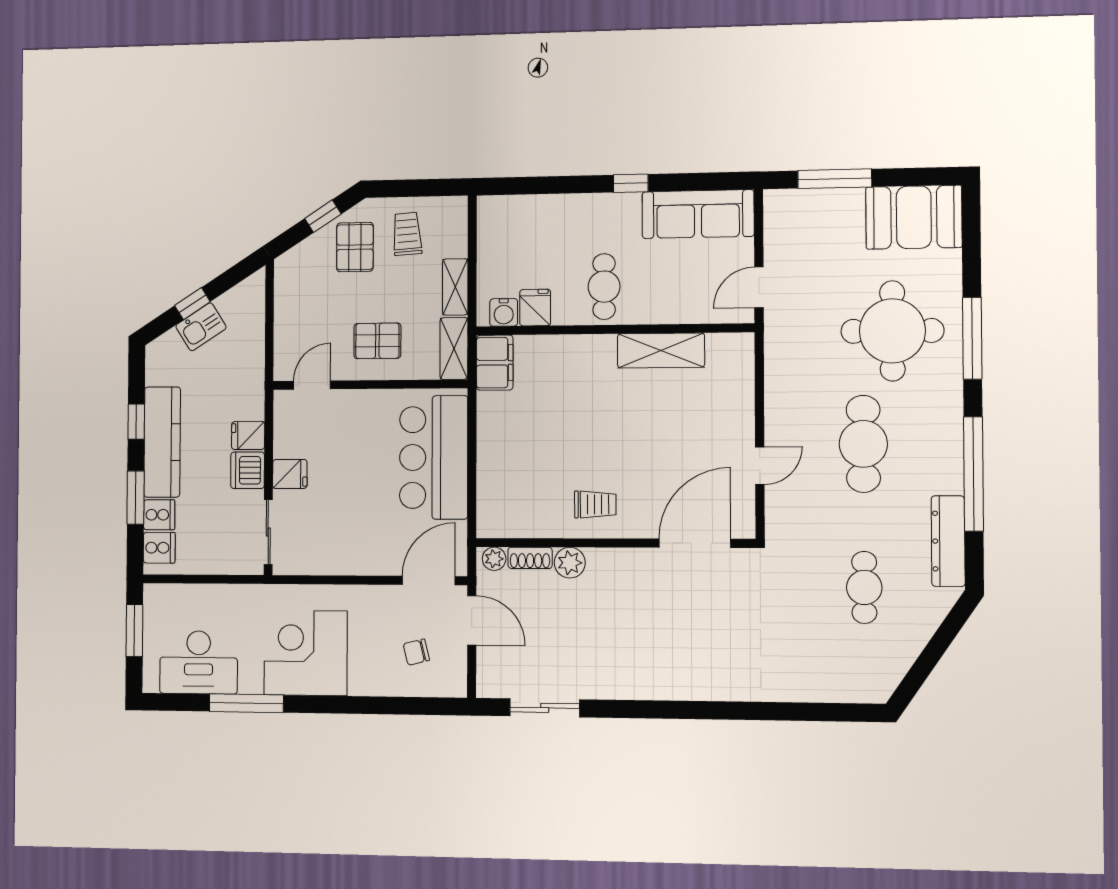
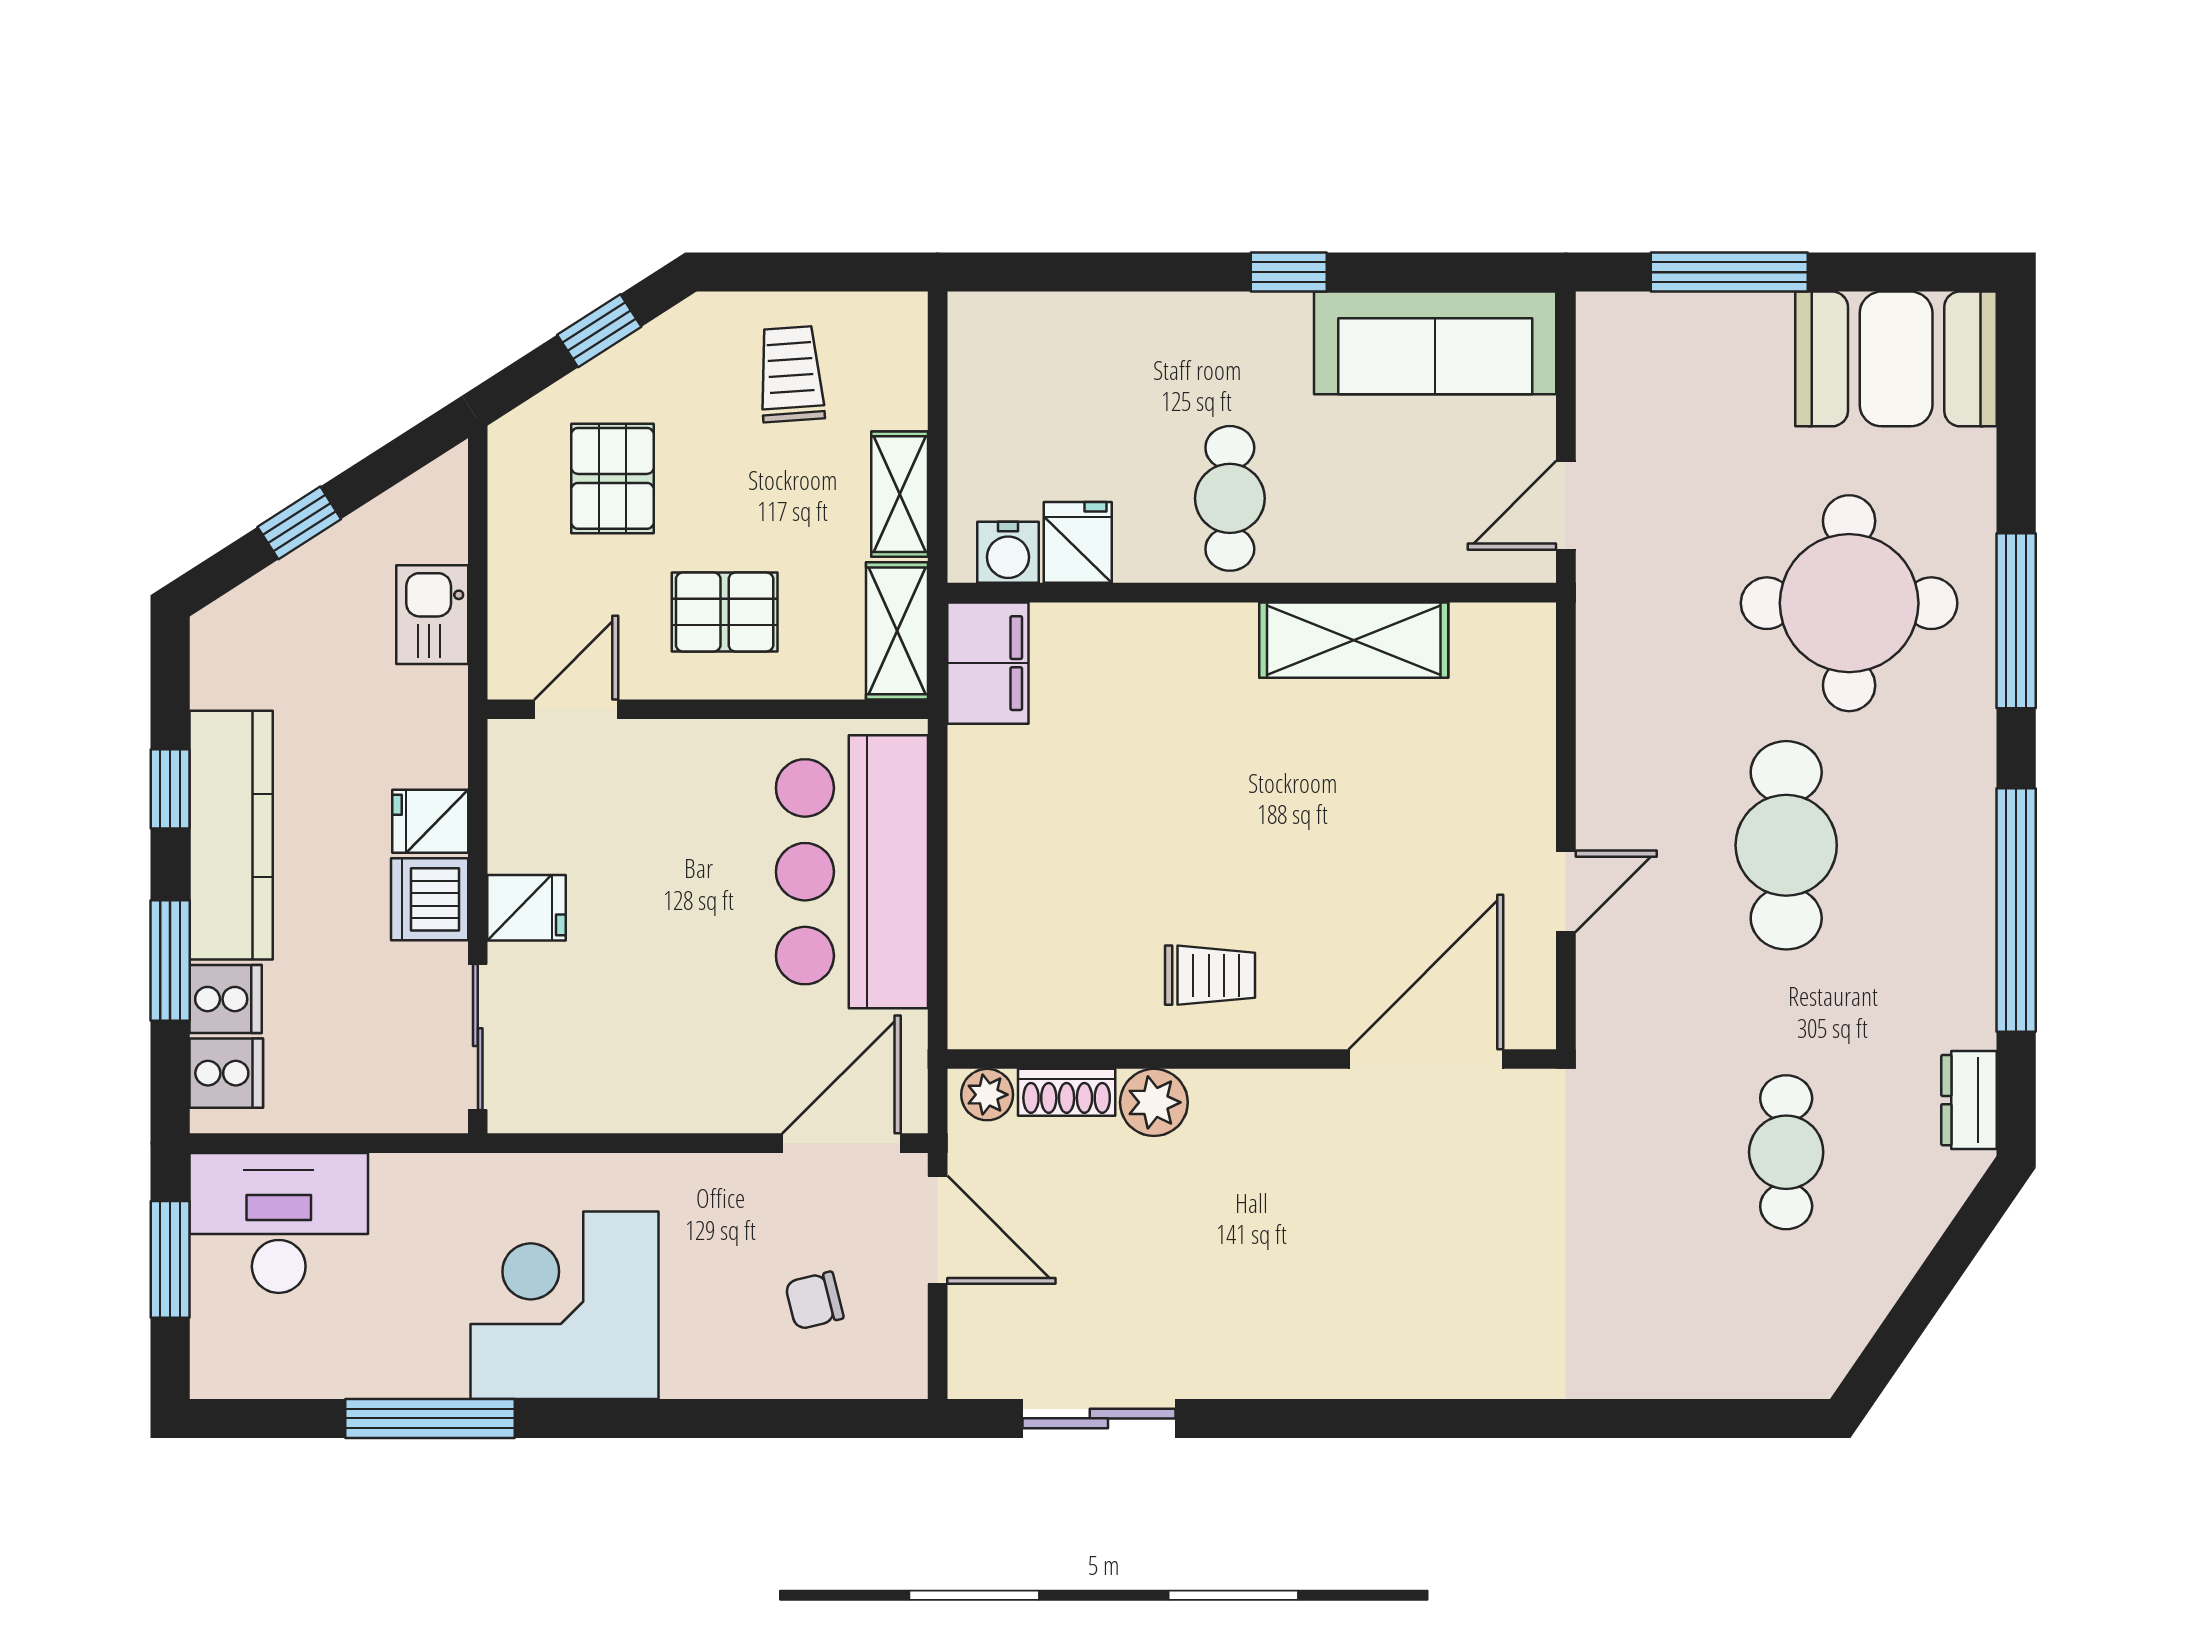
pallet: (355, 247) -> (612, 478), moved
kitchen sink: (201, 327) -> (432, 615), moved, turned 123
dresser: (948, 541) -> (1969, 1100), width x0.51, depth x0.80
desk: (199, 662) -> (279, 1223), moved, turned 180

